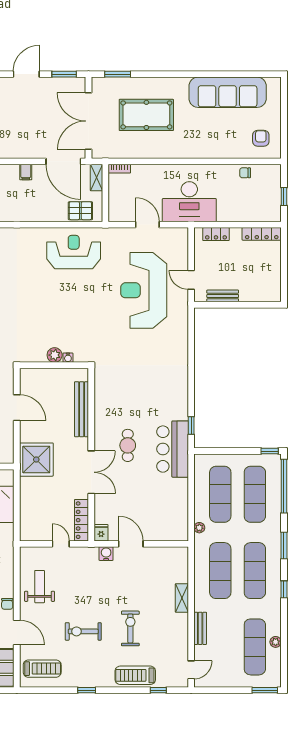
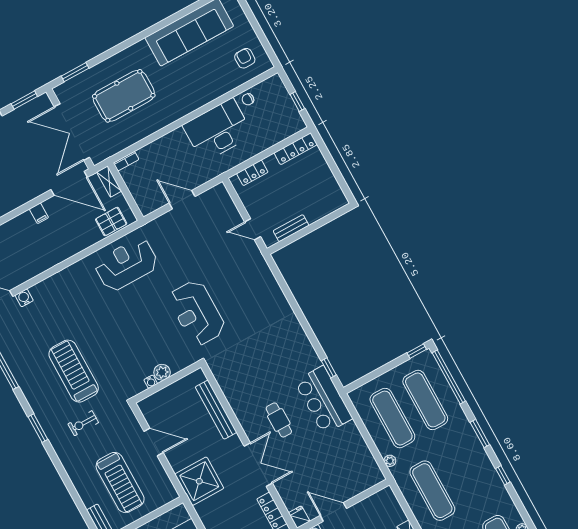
desk: (189, 202) -> (218, 130), moved, turned 180
reception desk: (144, 290) -> (197, 313), moved, width x0.74, depth x0.77
water cooler: (68, 358) -> (151, 382), moved
exercise mat: (255, 571) -> (465, 473), removed

